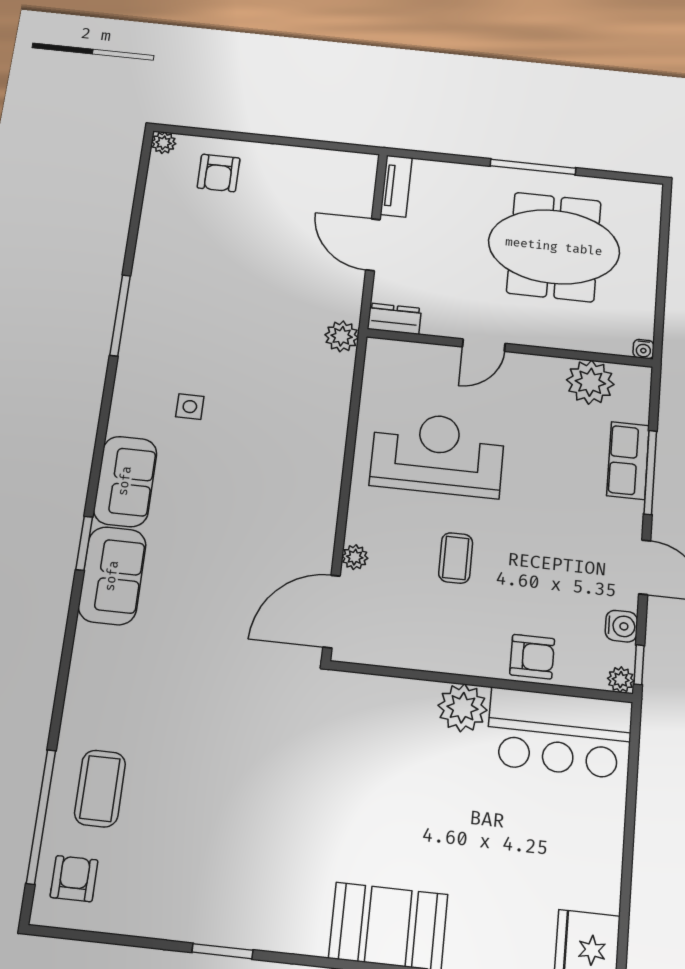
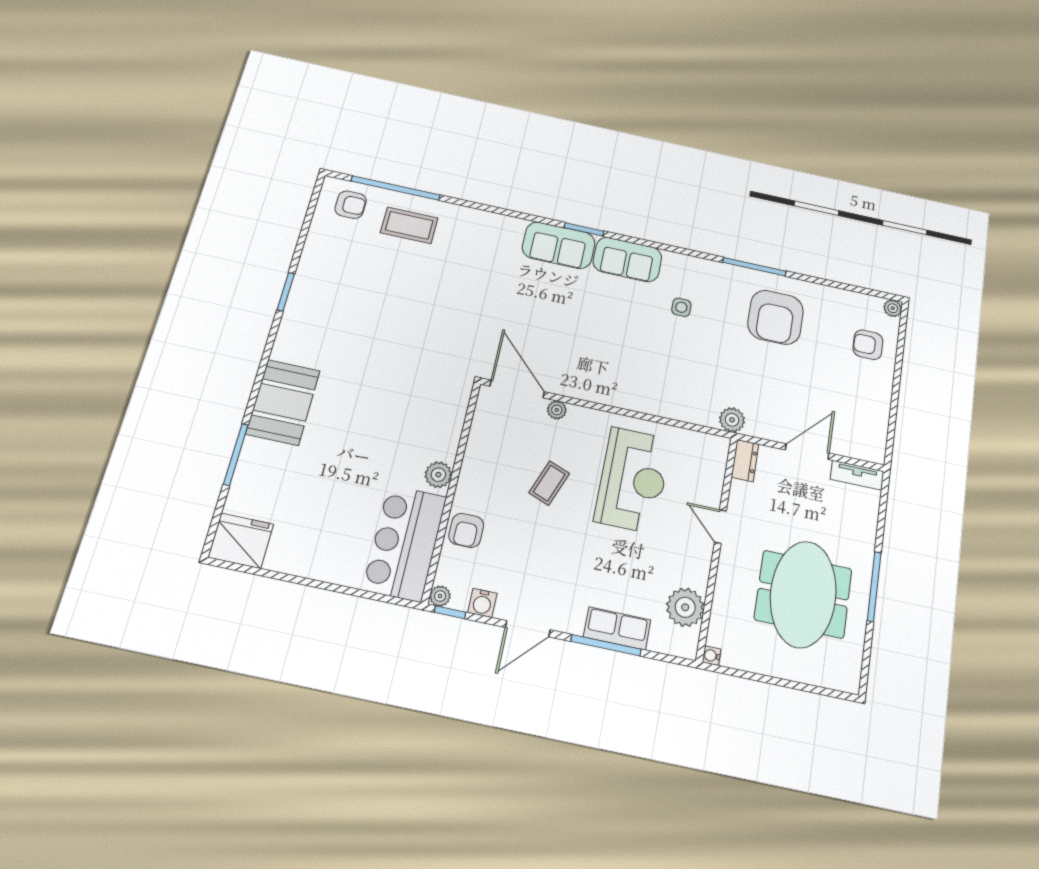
armchair: (192, 287) -> (775, 317), added
coffee table: (456, 558) -> (549, 483), turned -69
plant: (462, 708) -> (438, 475), width x0.73, depth x0.73

